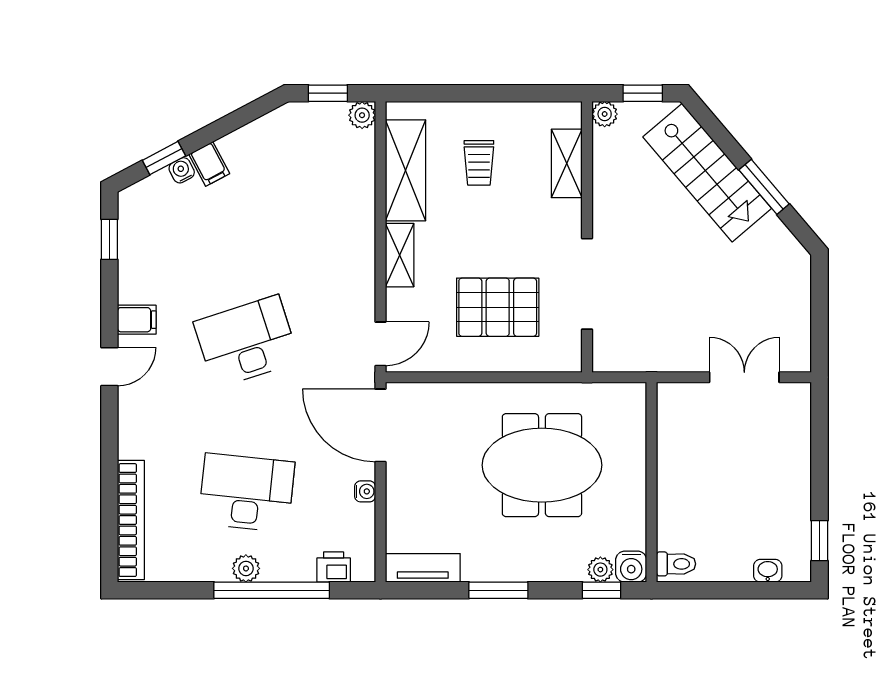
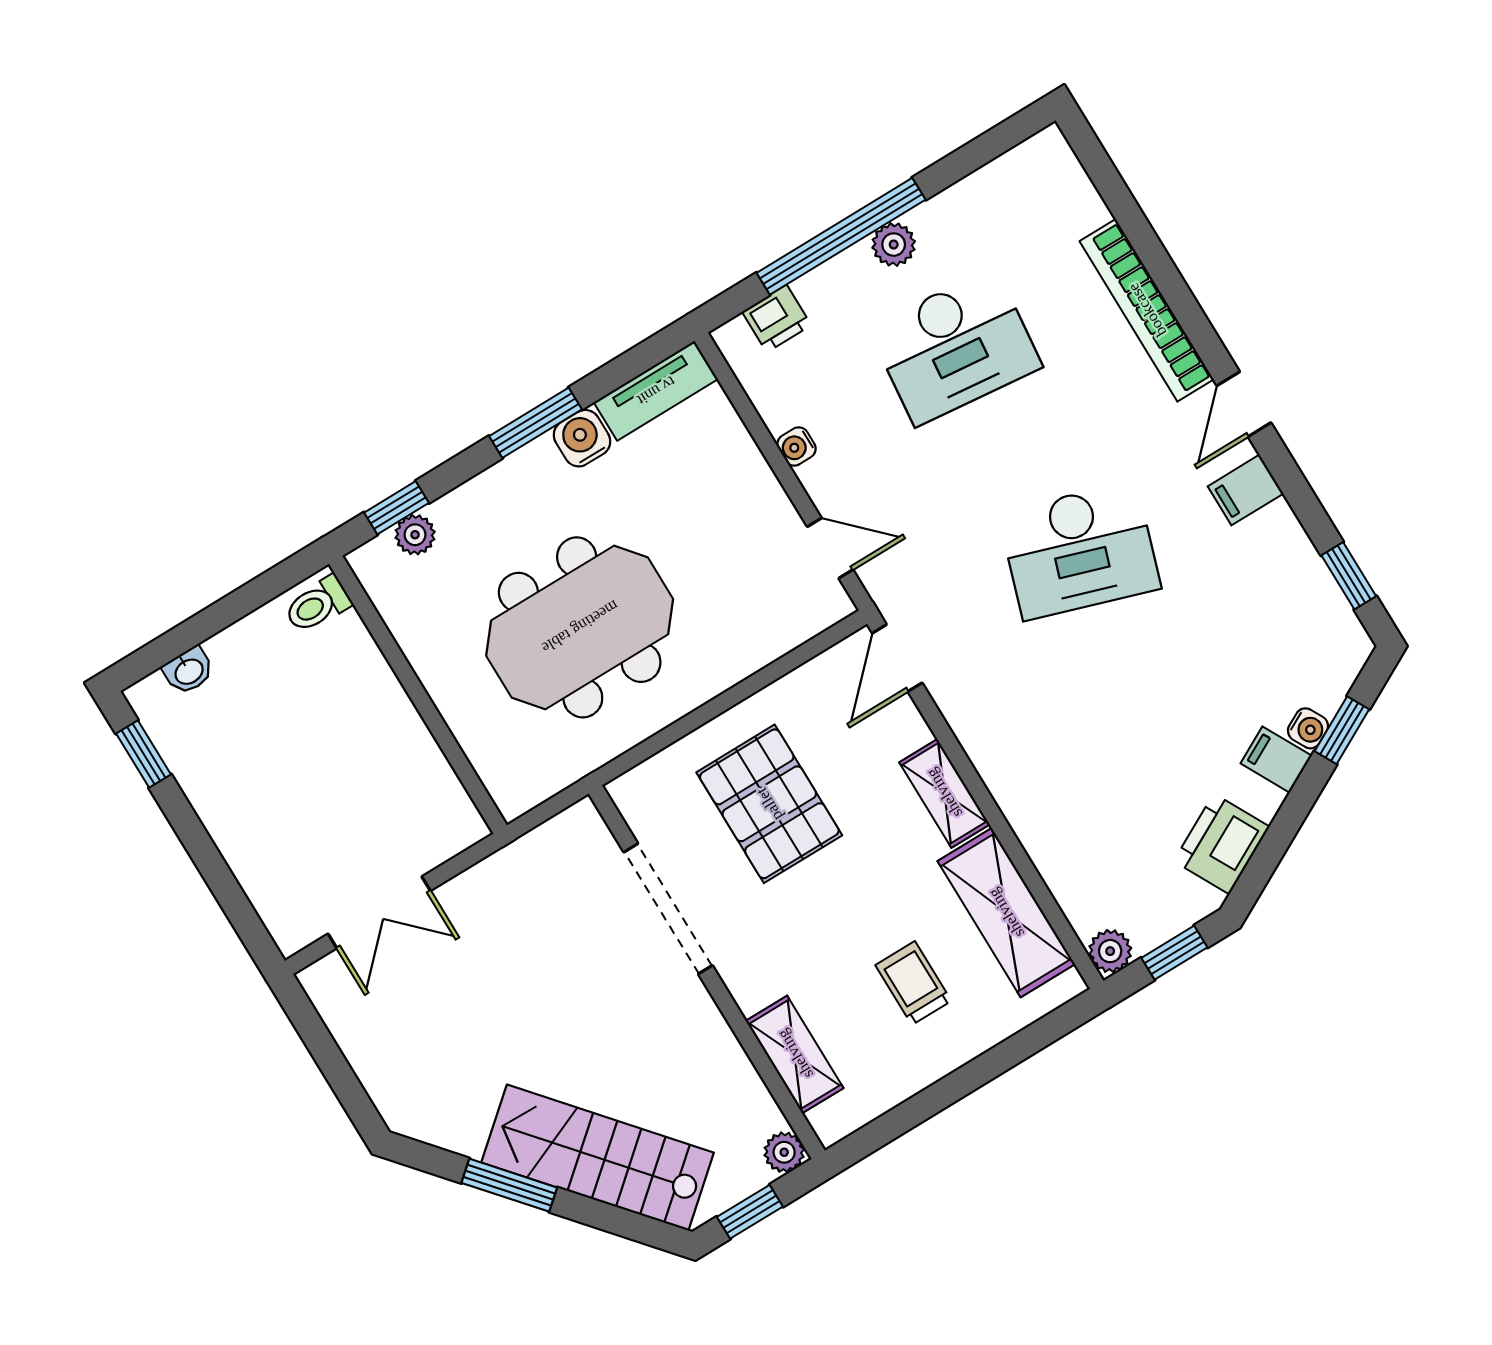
printer: (266, 136) -> (1222, 844), added
pallet: (498, 307) -> (769, 804), turned 90
desk: (247, 342) -> (1080, 551), turned 36
door: (380, 425) -> (830, 548), width x0.53
bookcase: (131, 520) -> (1147, 310), moved
water cooler: (631, 567) -> (582, 438), moved

